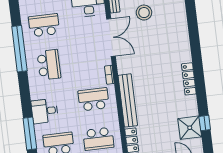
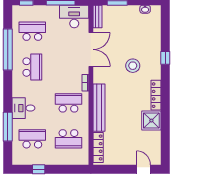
stool: (144, 13) -> (133, 66), moved
window: (205, 123) -> (165, 58), moved
shower: (190, 128) -> (151, 121), moved

